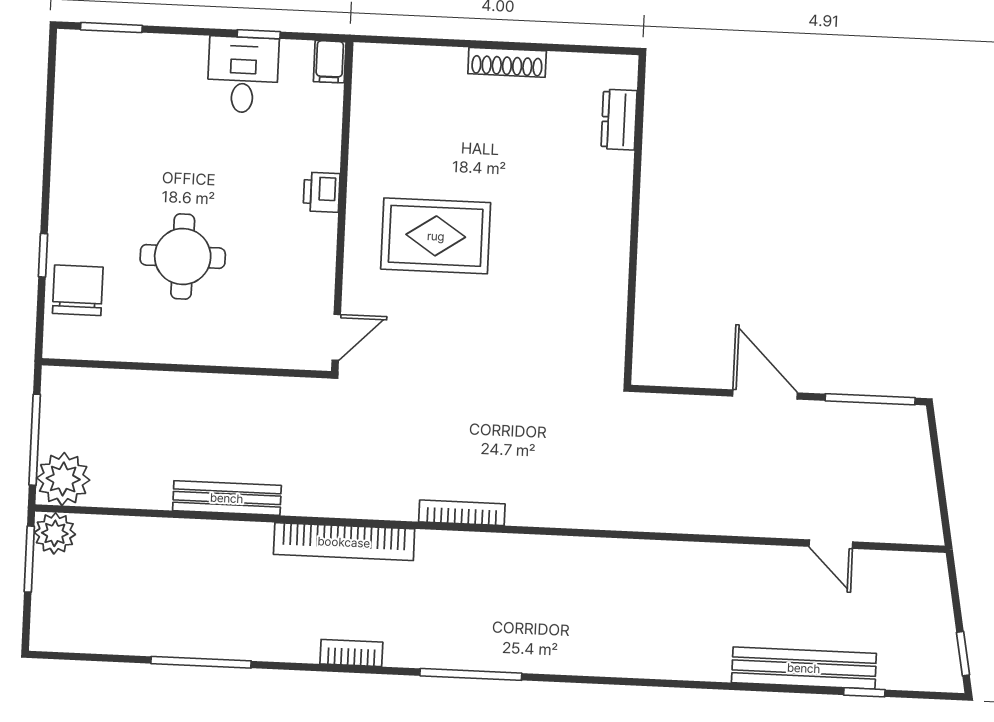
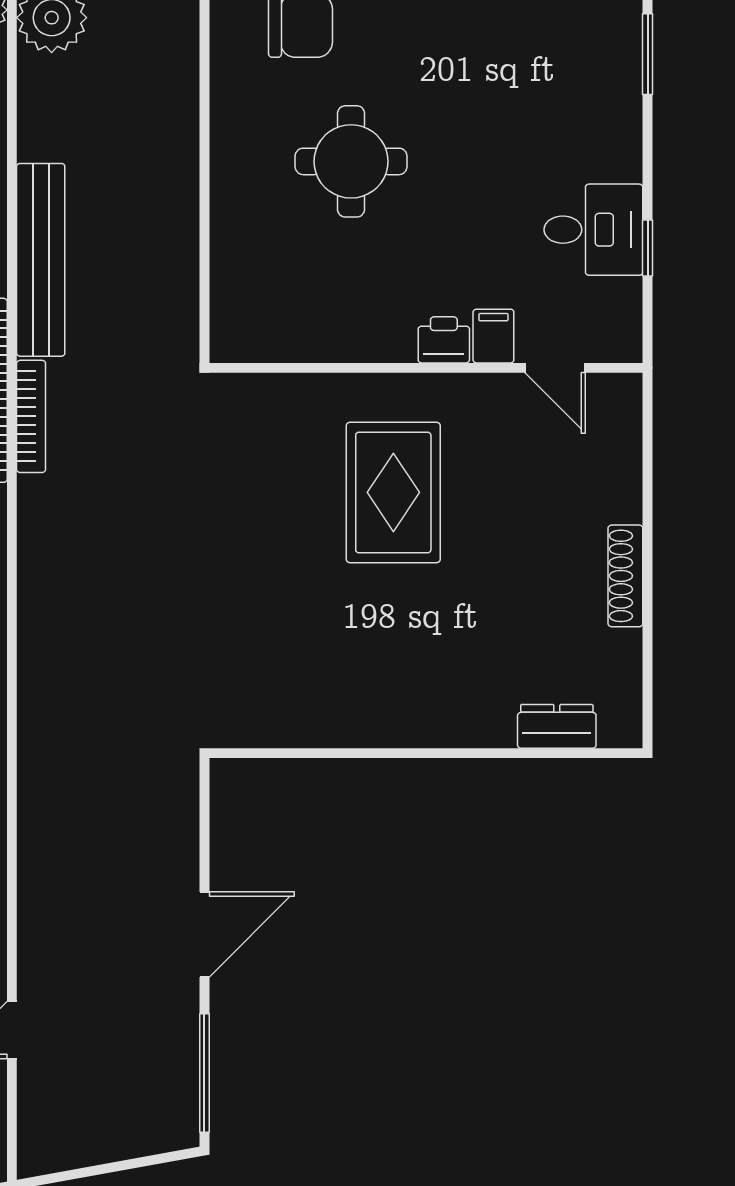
filing cabinet: (330, 62) -> (493, 336), moved, turned 90
door: (336, 337) -> (555, 368), moved
bench: (227, 498) -> (41, 260), width x1.37, depth x1.21
bookcase: (462, 513) -> (31, 416), moved

